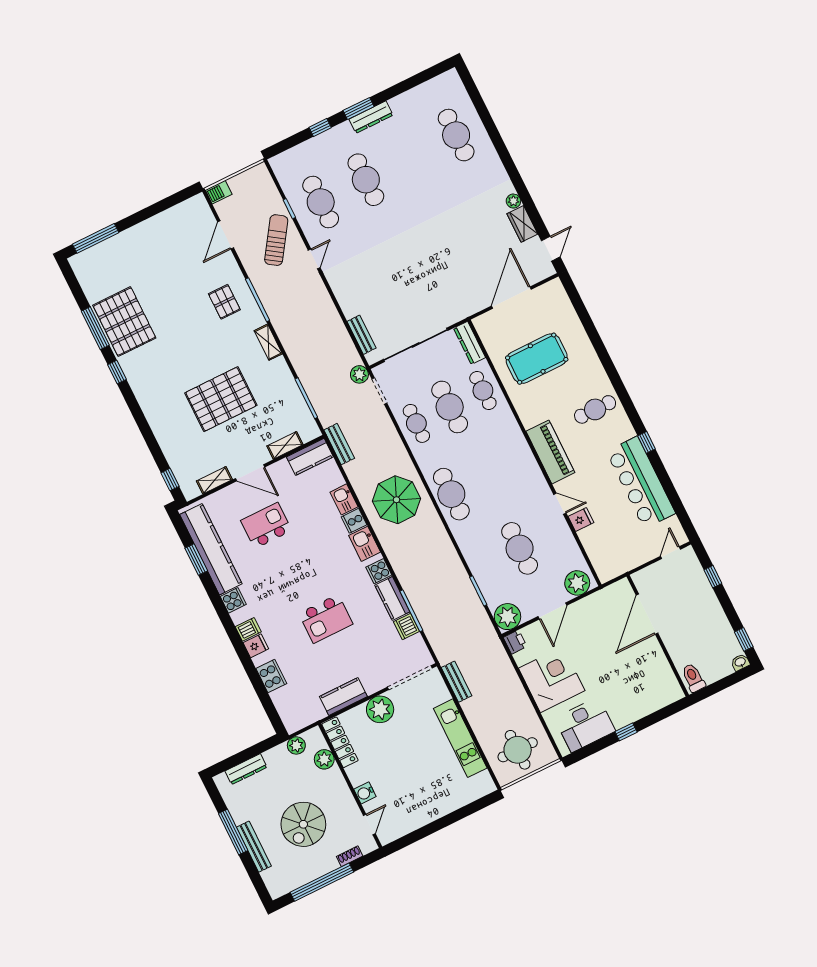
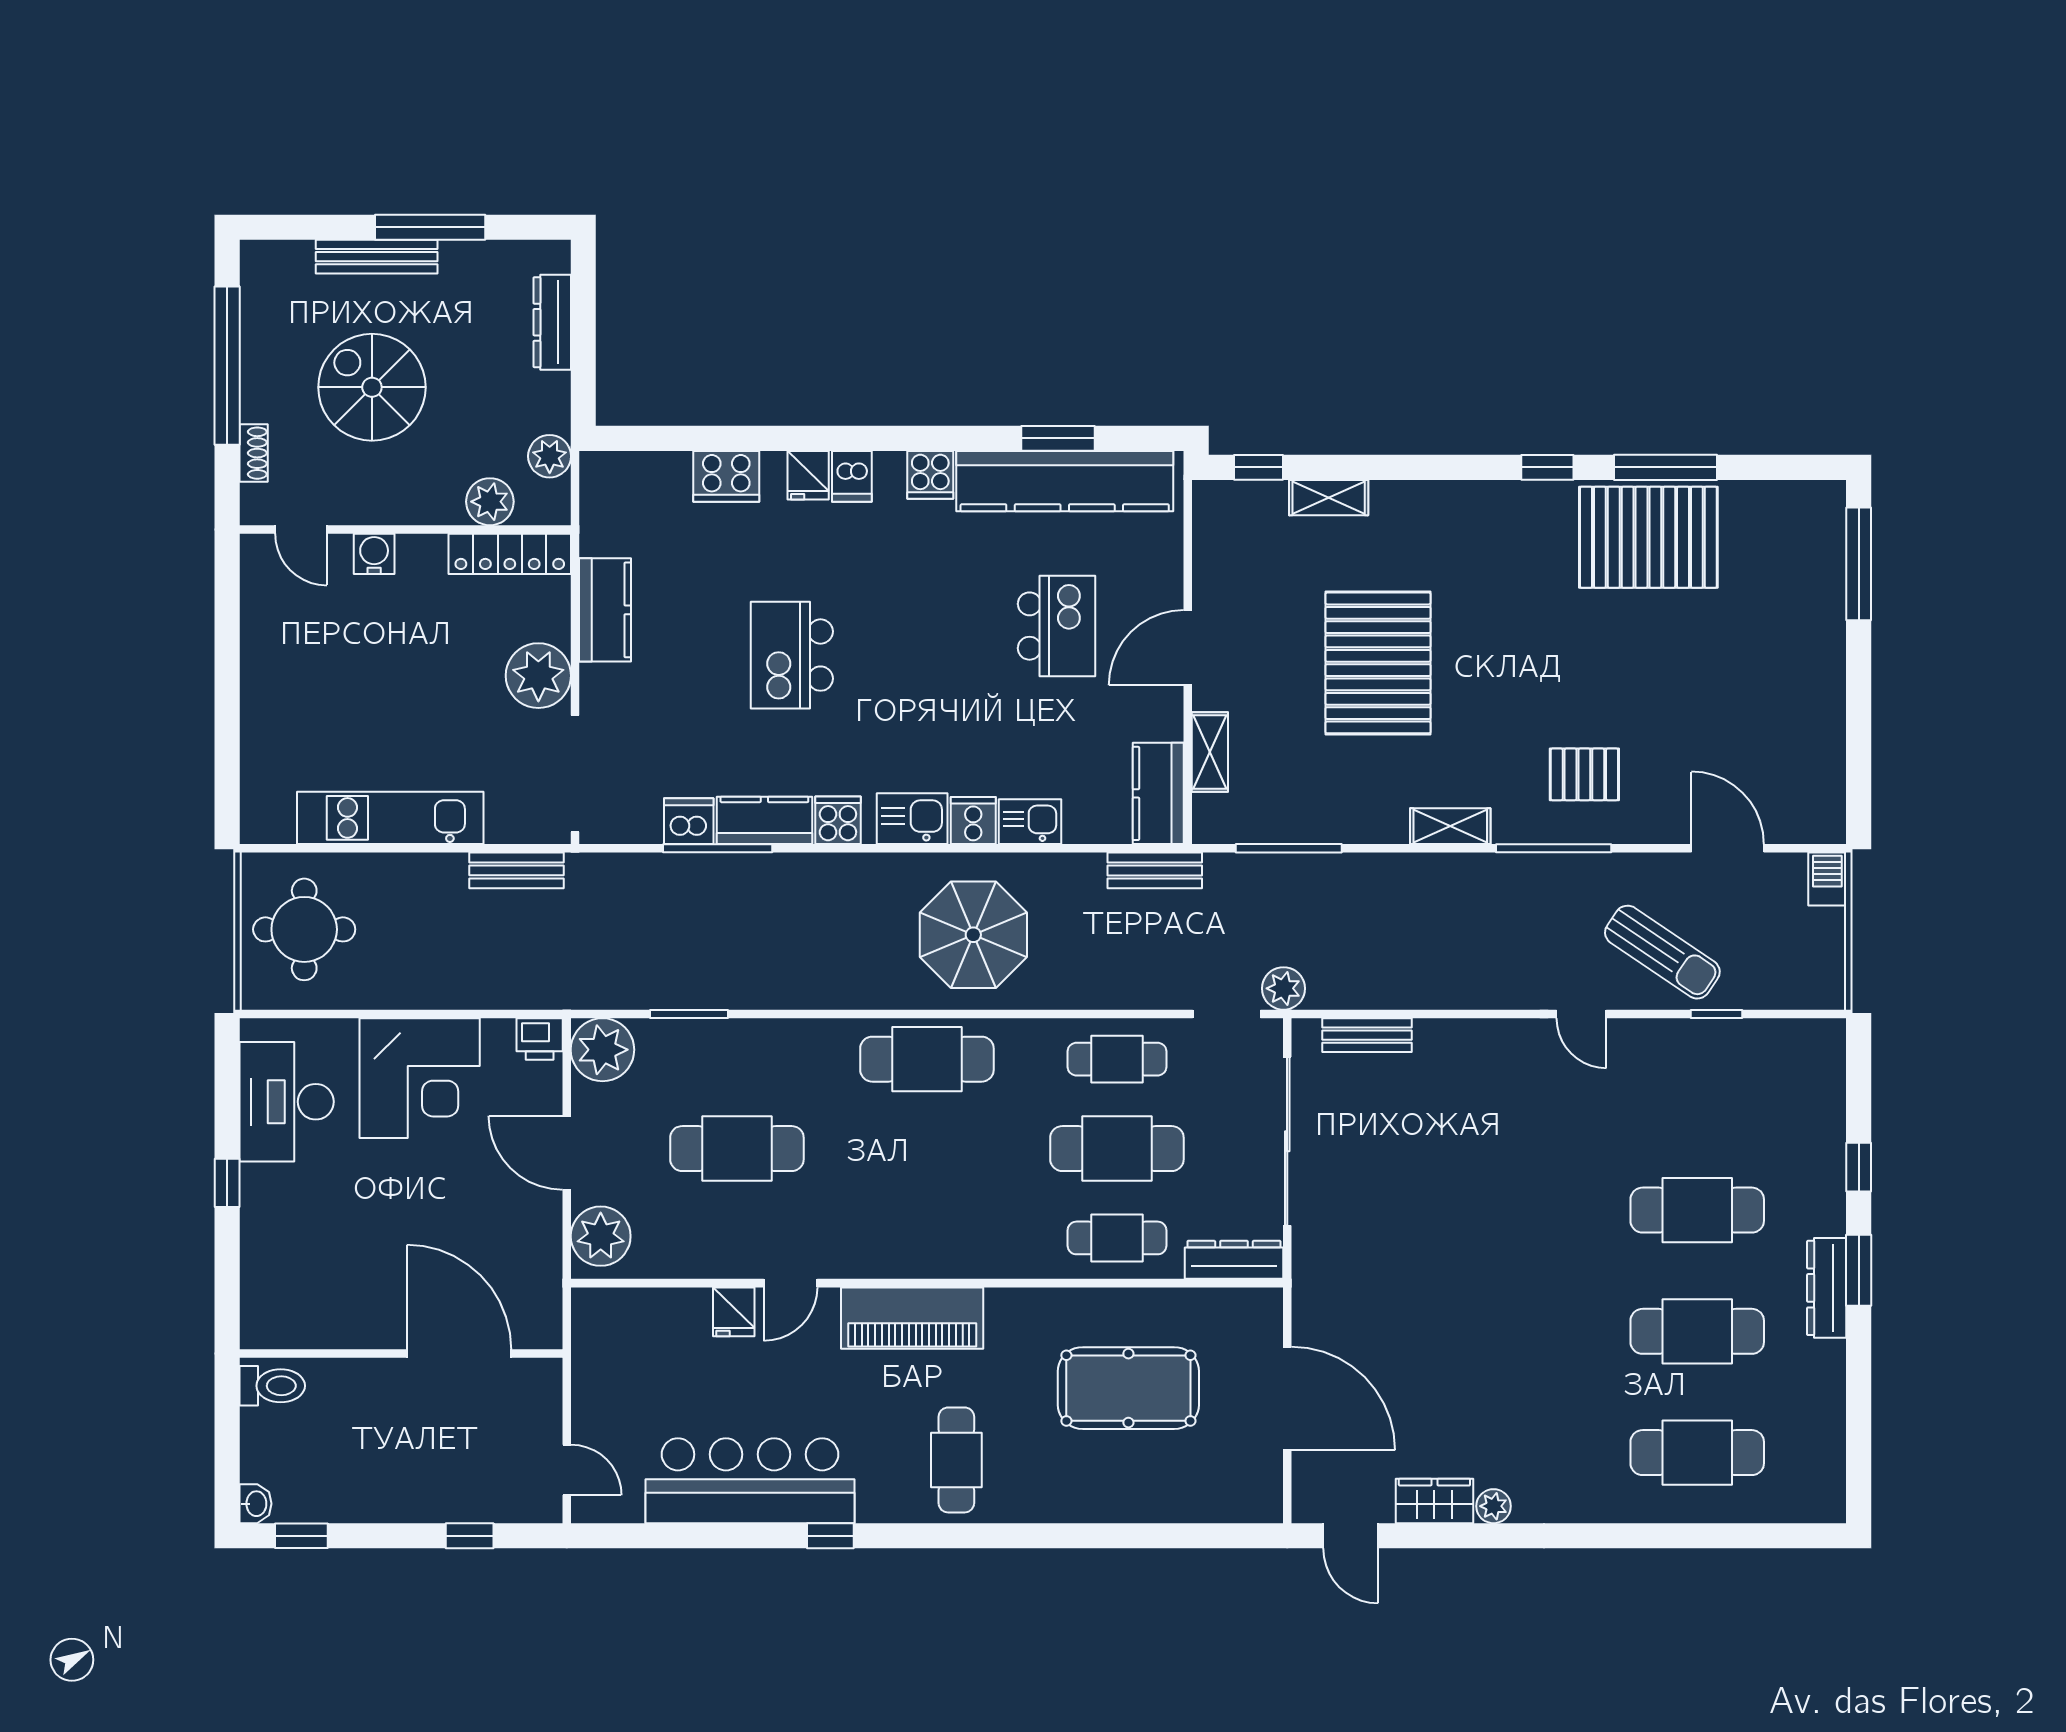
cafe table: (321, 202) -> (1697, 1331), moved
pool table: (537, 359) -> (1128, 1388), turned 90
shelving: (214, 480) -> (1329, 498), moved, turned 90

